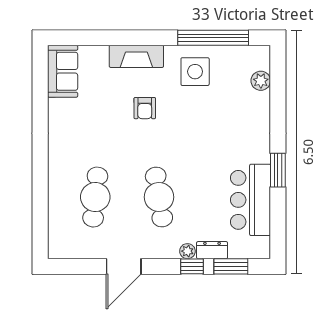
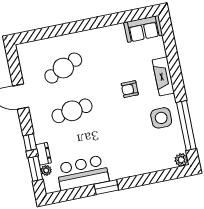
plant: (261, 81) -> (181, 160), moved
cafe table: (95, 197) -> (63, 68), turned -30
plant: (187, 251) -> (46, 170), moved

